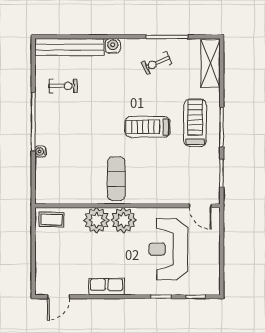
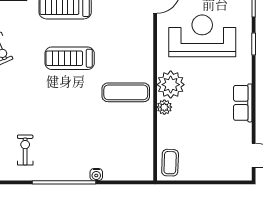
treadmill: (148, 127) -> (70, 58), turned 90
plant: (97, 220) -> (164, 107), width x0.53, depth x0.53
reception desk: (168, 249) -> (202, 36), turned 180

